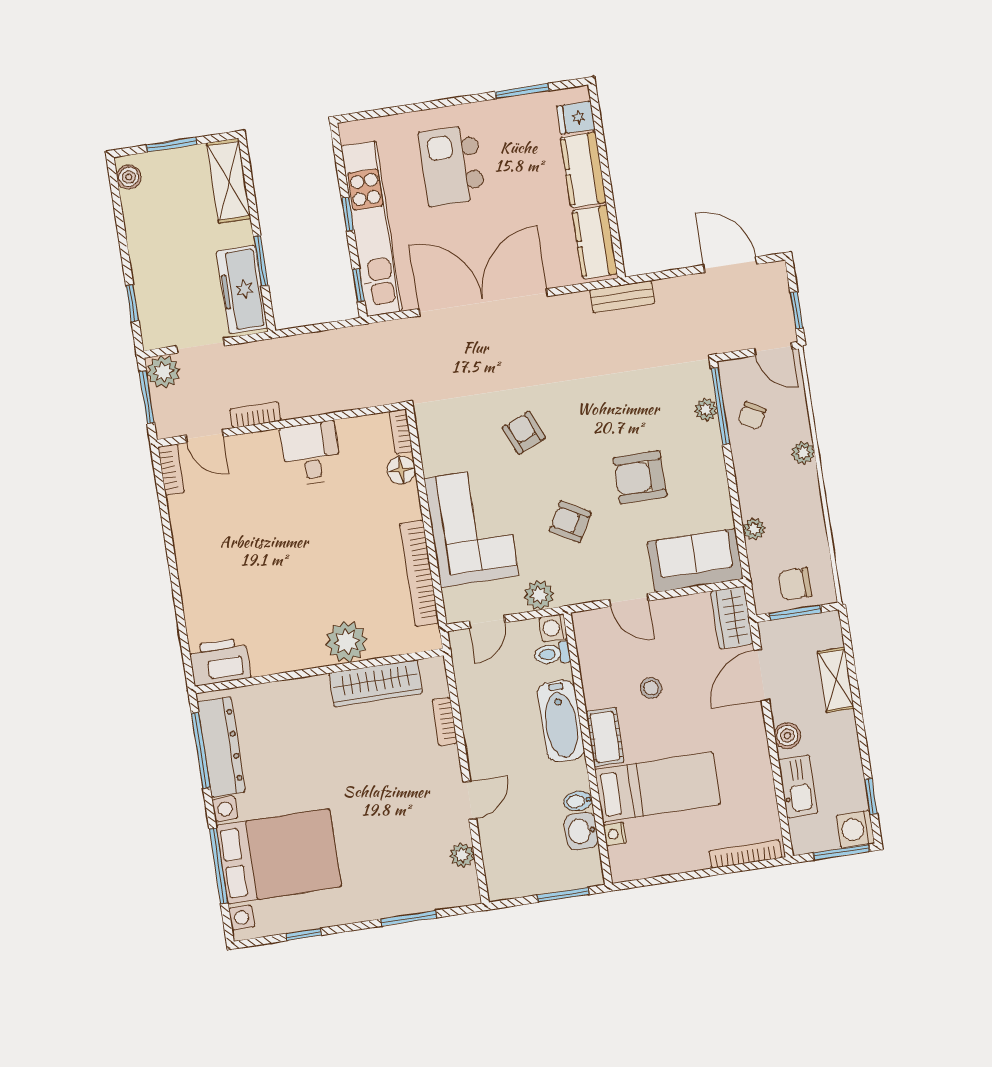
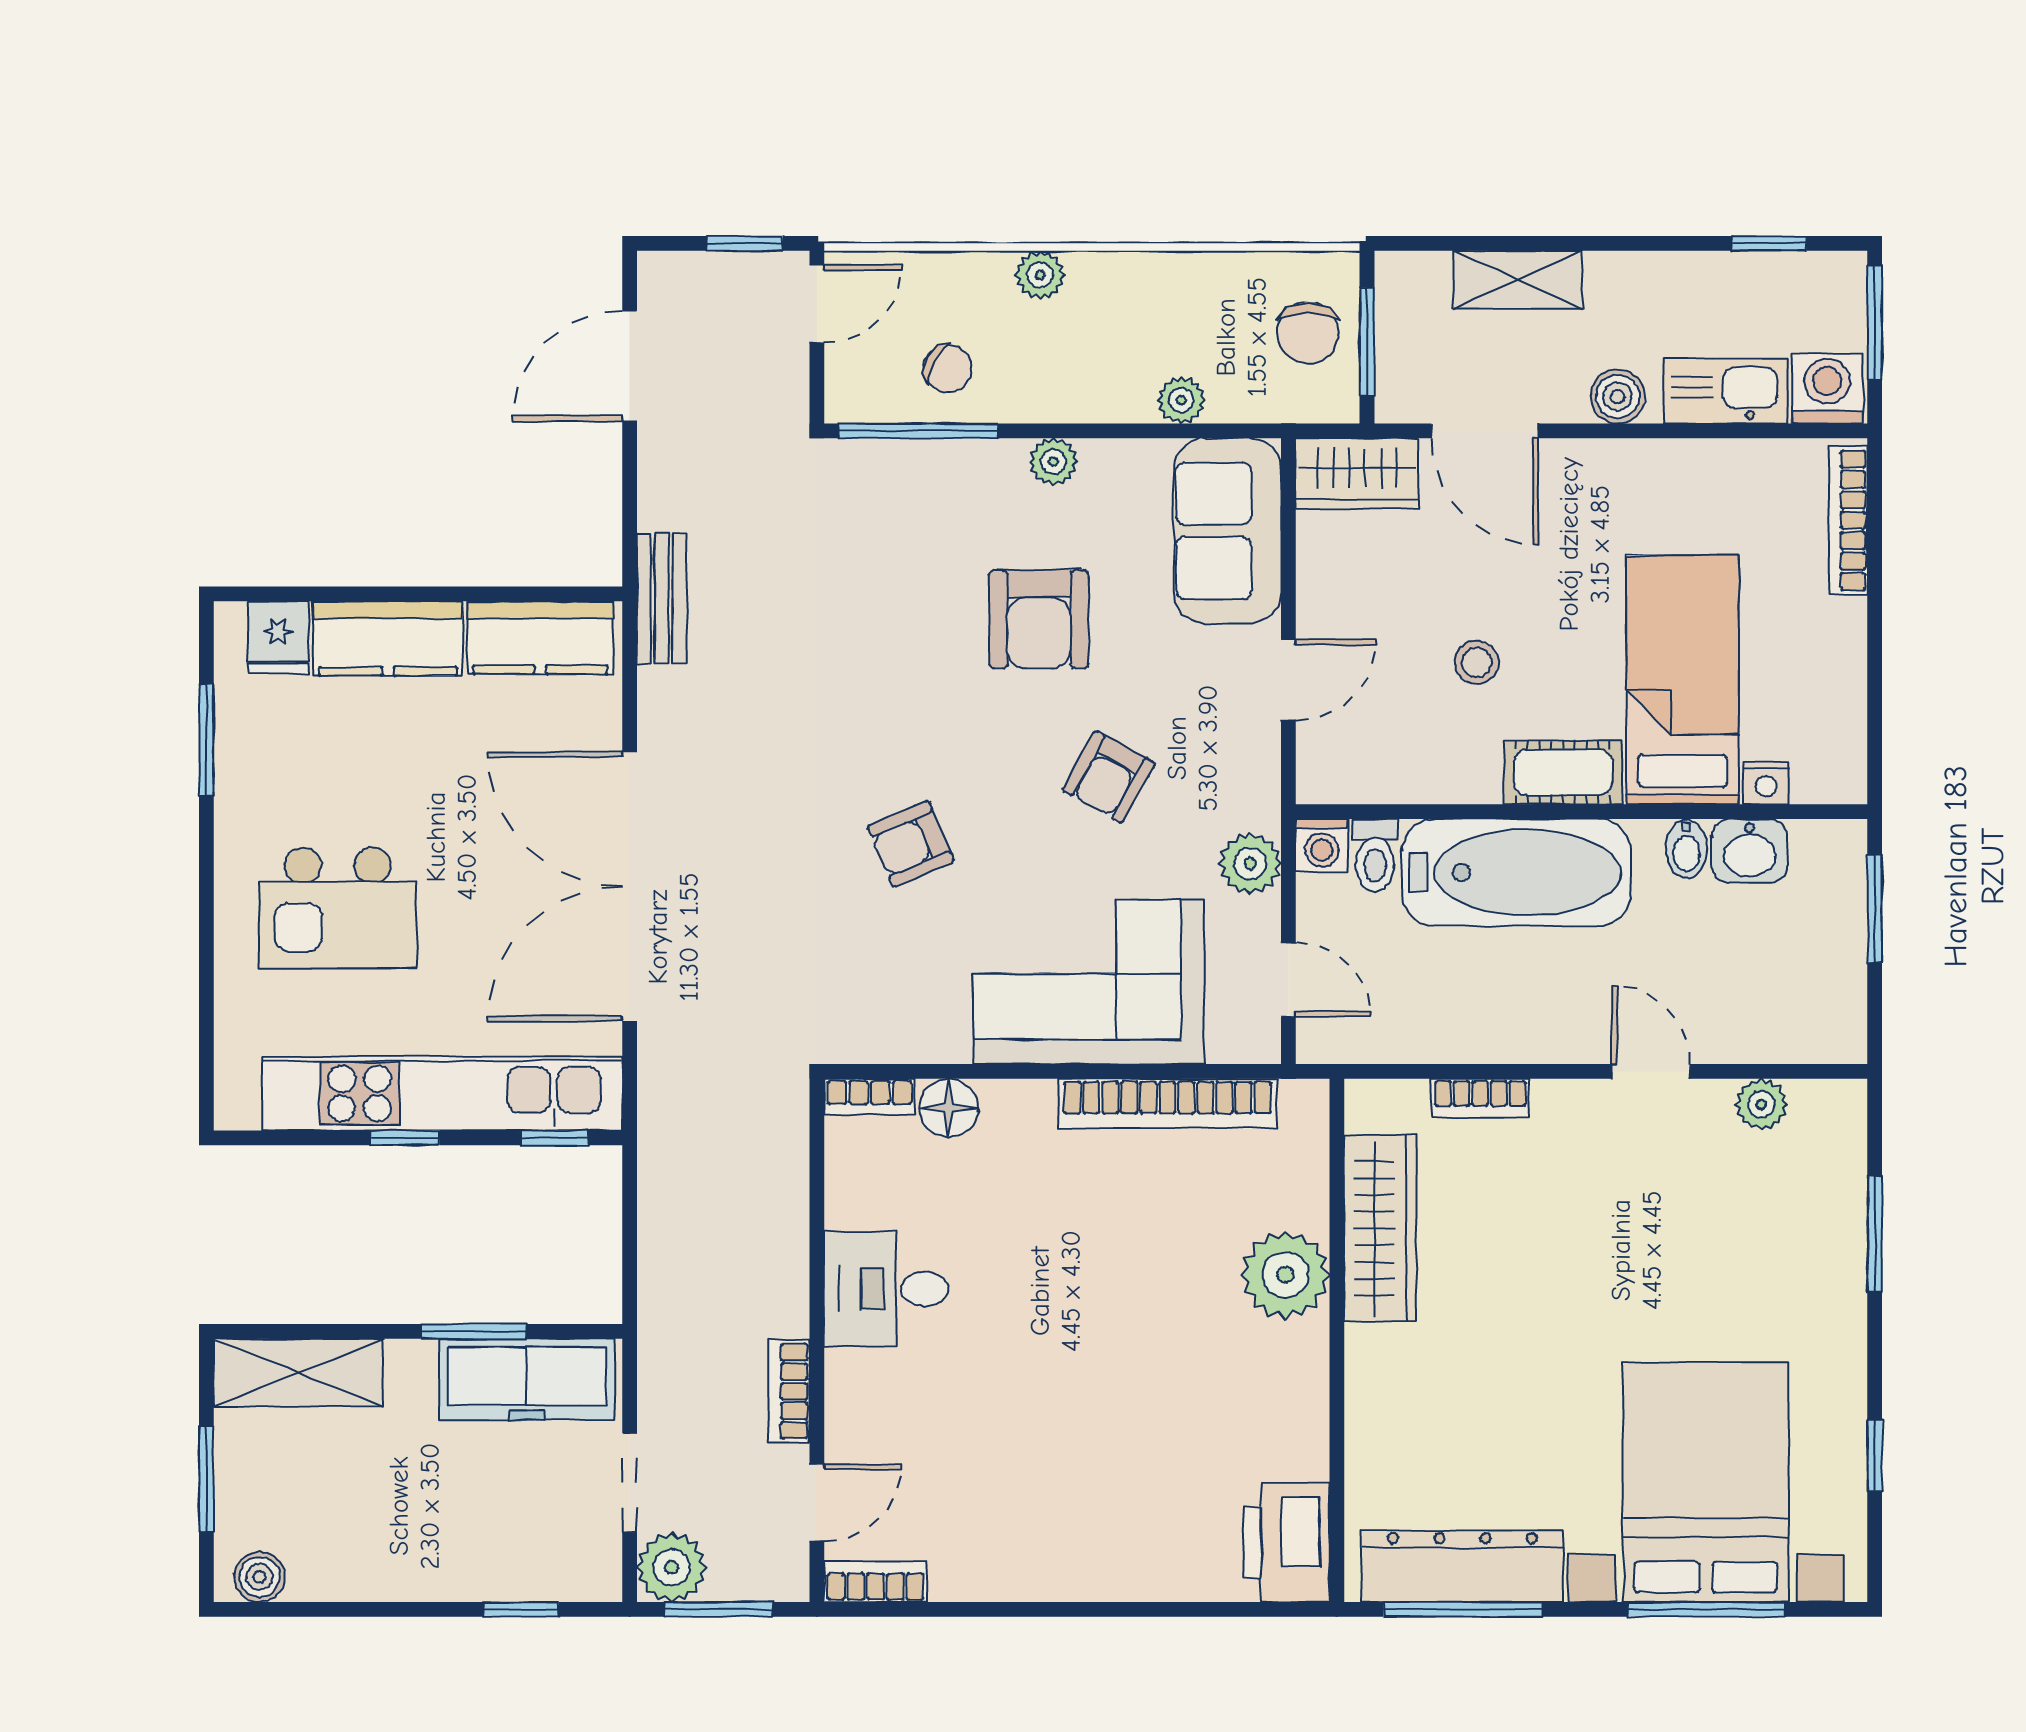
plant: (706, 410) -> (1053, 462), moved
bathtub: (561, 721) -> (1516, 873), width x1.36, depth x1.36
washing machine: (855, 829) -> (1827, 388), moved, turned 180

